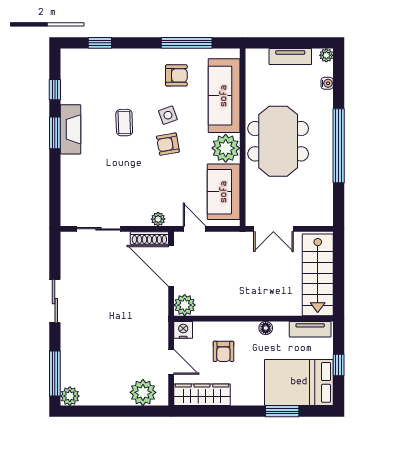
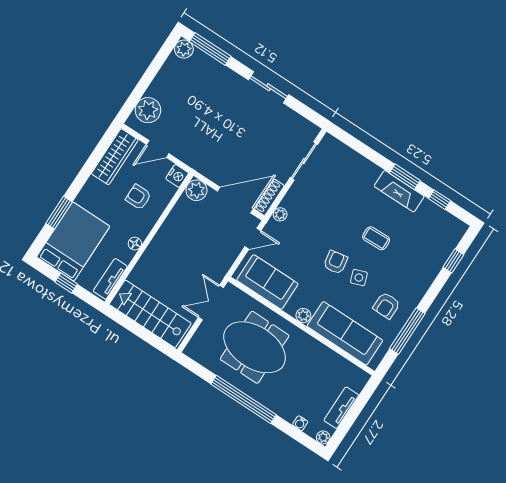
meeting table: (278, 141) -> (255, 347), moved
plant: (226, 148) -> (303, 316), width x0.53, depth x0.53

